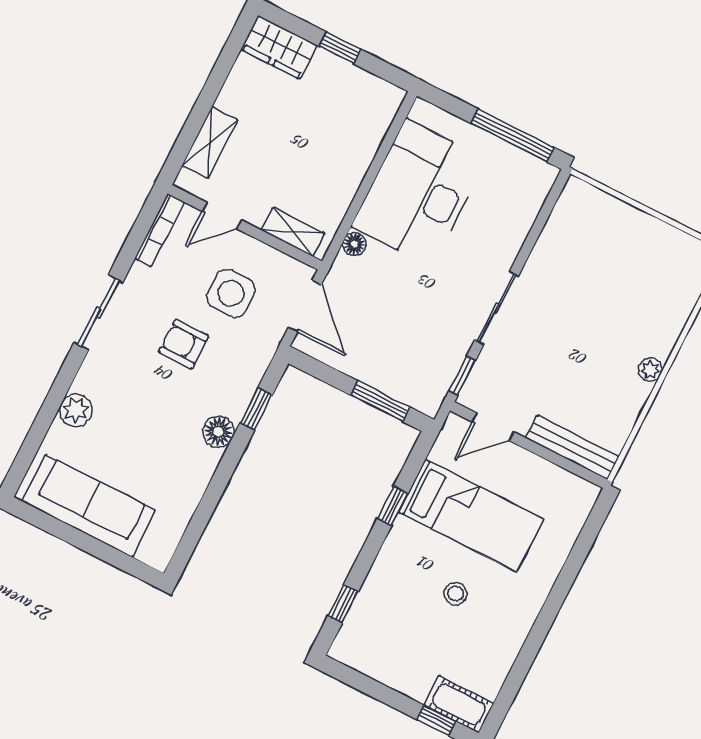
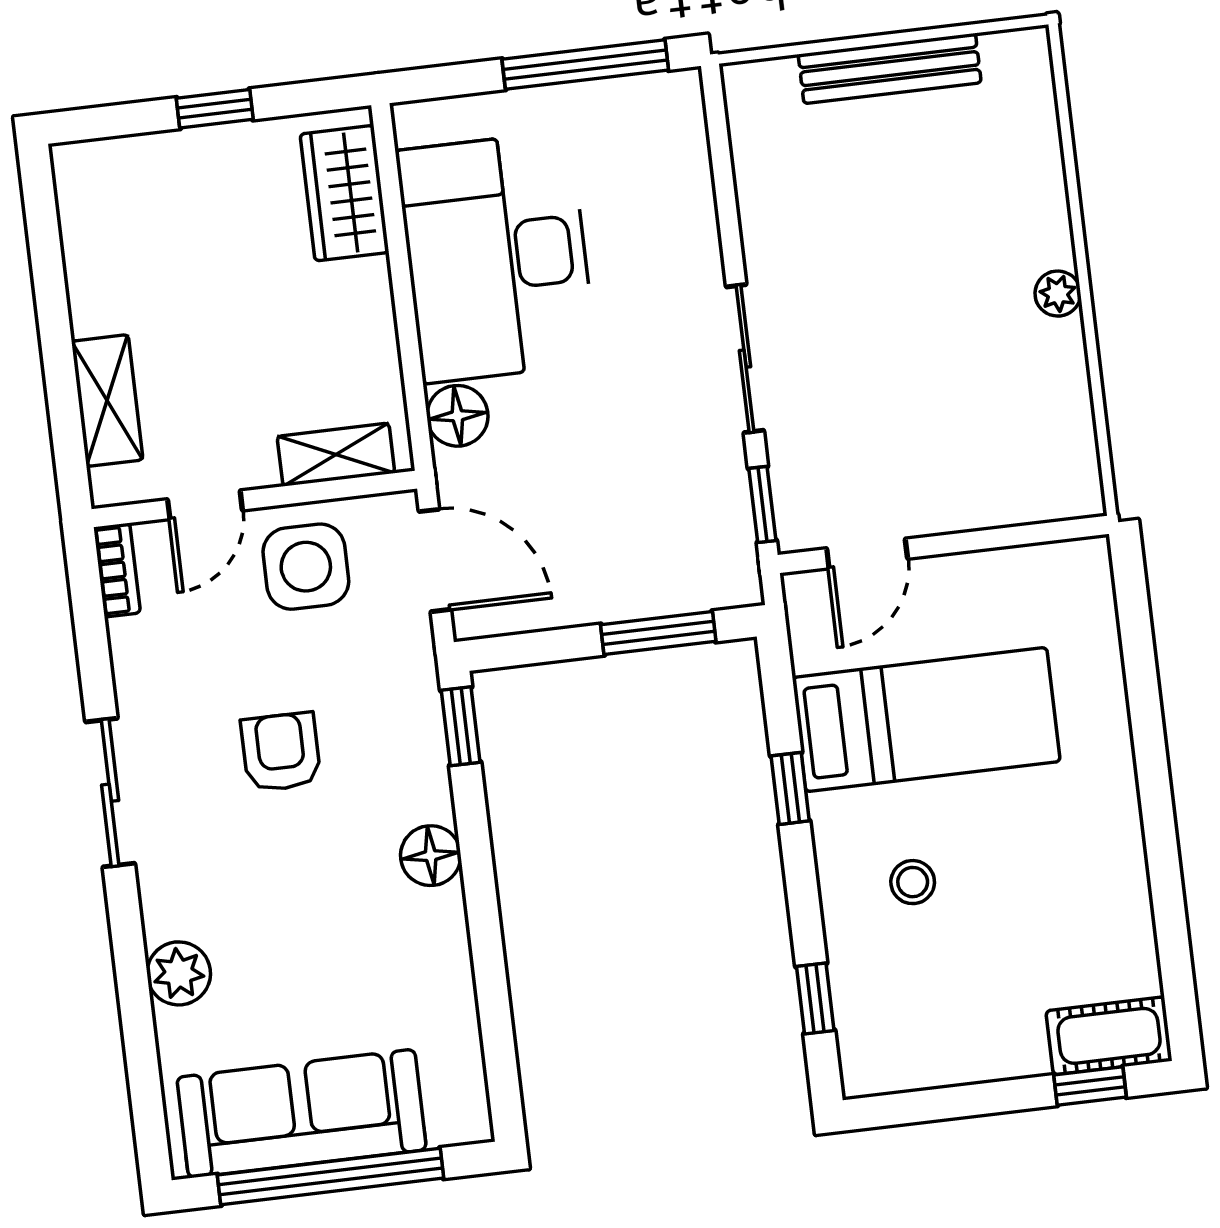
wardrobe: (279, 47) -> (344, 193), moved, turned 90
bookcase: (159, 230) -> (117, 570), width x0.64
floor lamp: (354, 244) -> (457, 416), width x1.37, depth x1.37
side table: (231, 293) -> (306, 567), moved
armchair: (184, 344) -> (281, 752), turned 90
window: (256, 409) -> (461, 726), moved
bench: (572, 447) -> (890, 69), moved
window: (83, 541) -> (331, 1176), added
stool: (455, 594) -> (913, 882), moved

